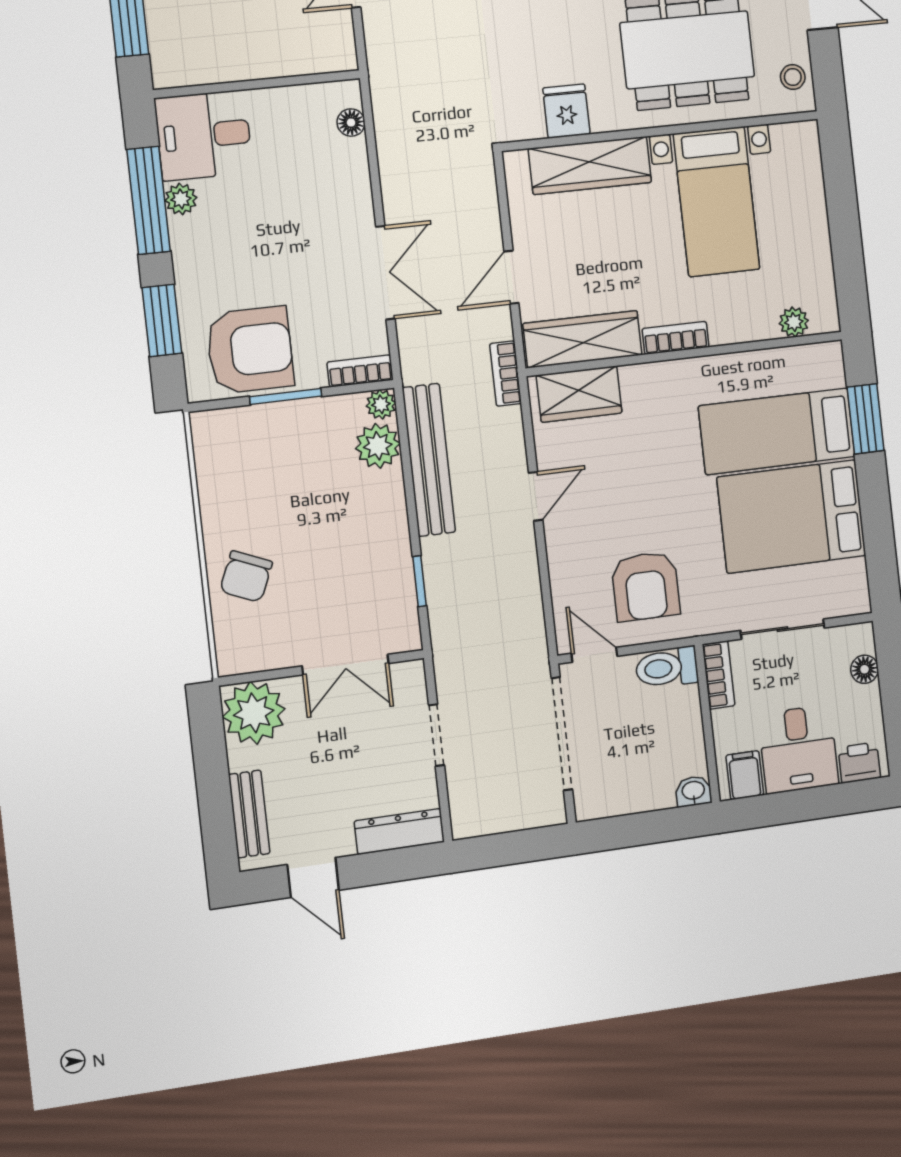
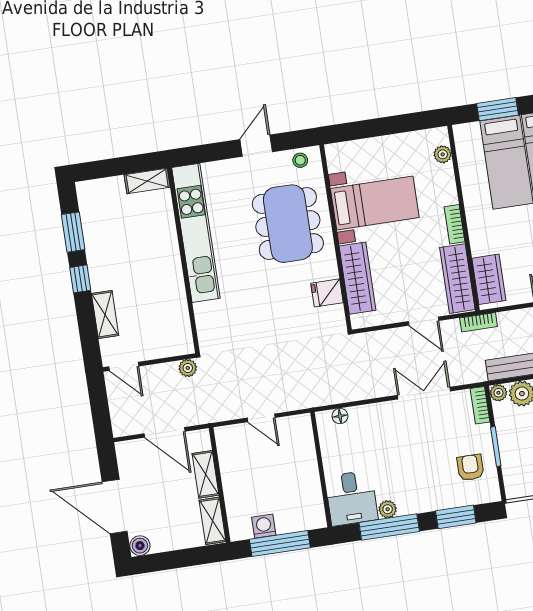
armchair: (250, 350) -> (470, 467), width x0.53, depth x0.53

